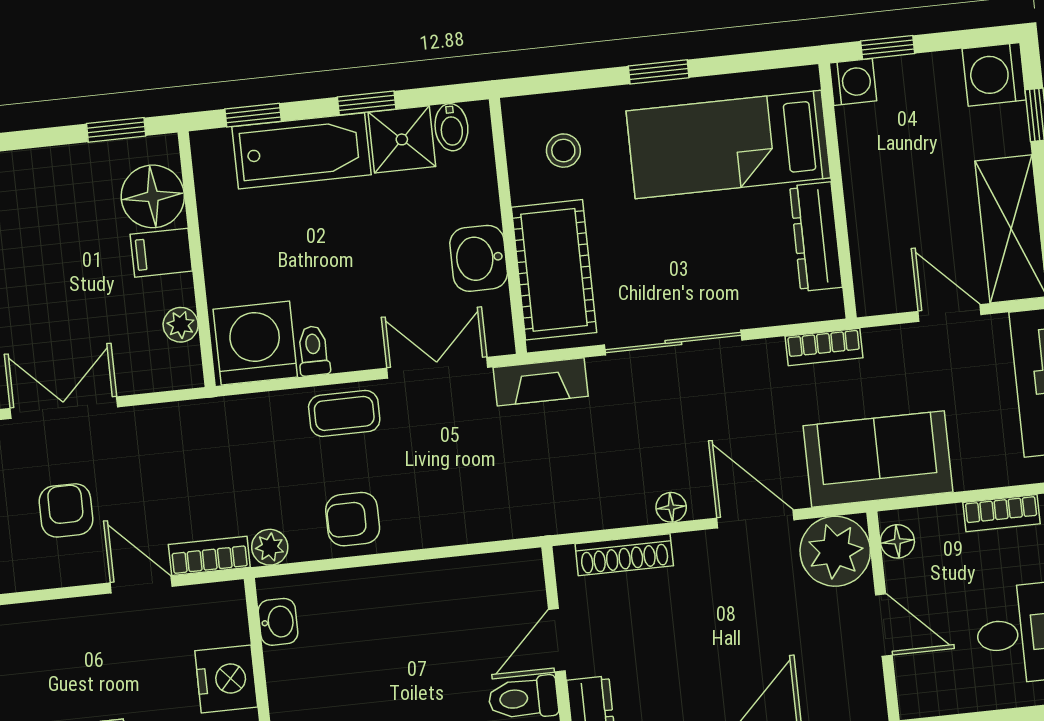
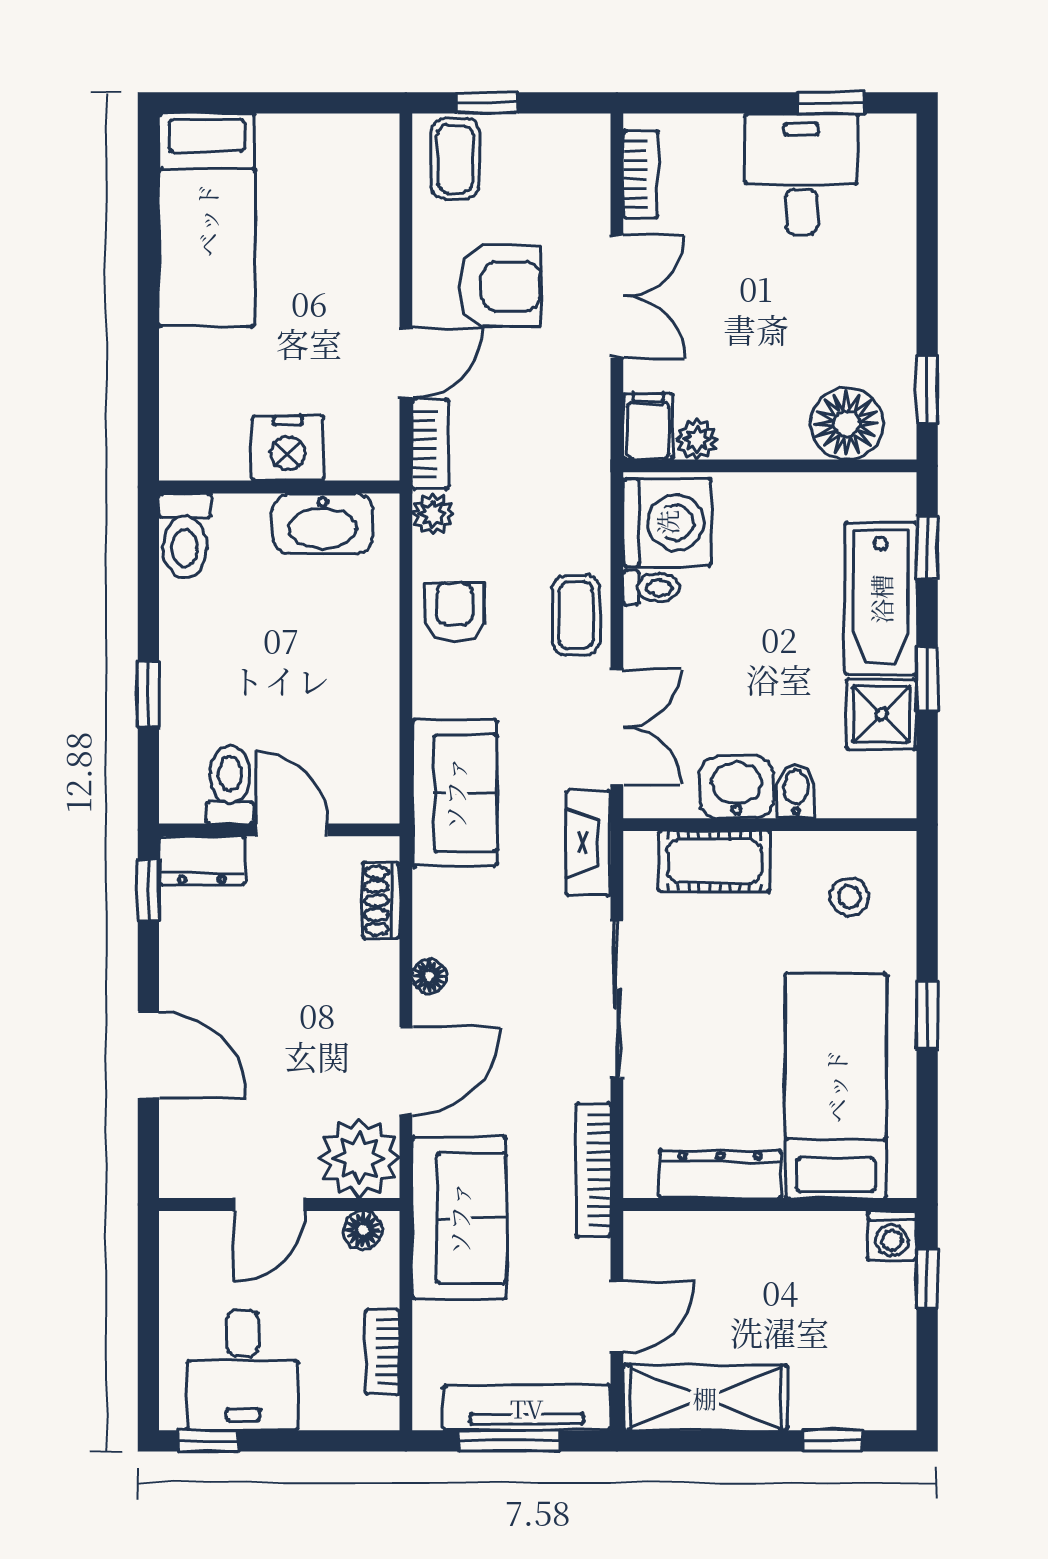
washing machine: (994, 74) -> (883, 1397), removed
bidet: (451, 127) -> (796, 791), moved, turned 90
filing cabinet: (161, 253) -> (648, 426), moved
cot: (554, 270) -> (714, 861), width x0.73, depth x0.75
bookcase: (824, 347) -> (593, 1170), width x1.56
sofa: (510, 502) -> (455, 793), added
armchair: (66, 510) -> (500, 286), width x1.38, depth x1.38
shoe rack: (624, 555) -> (381, 901), width x0.70
washbasin: (278, 622) -> (323, 524), width x1.91, depth x1.45

